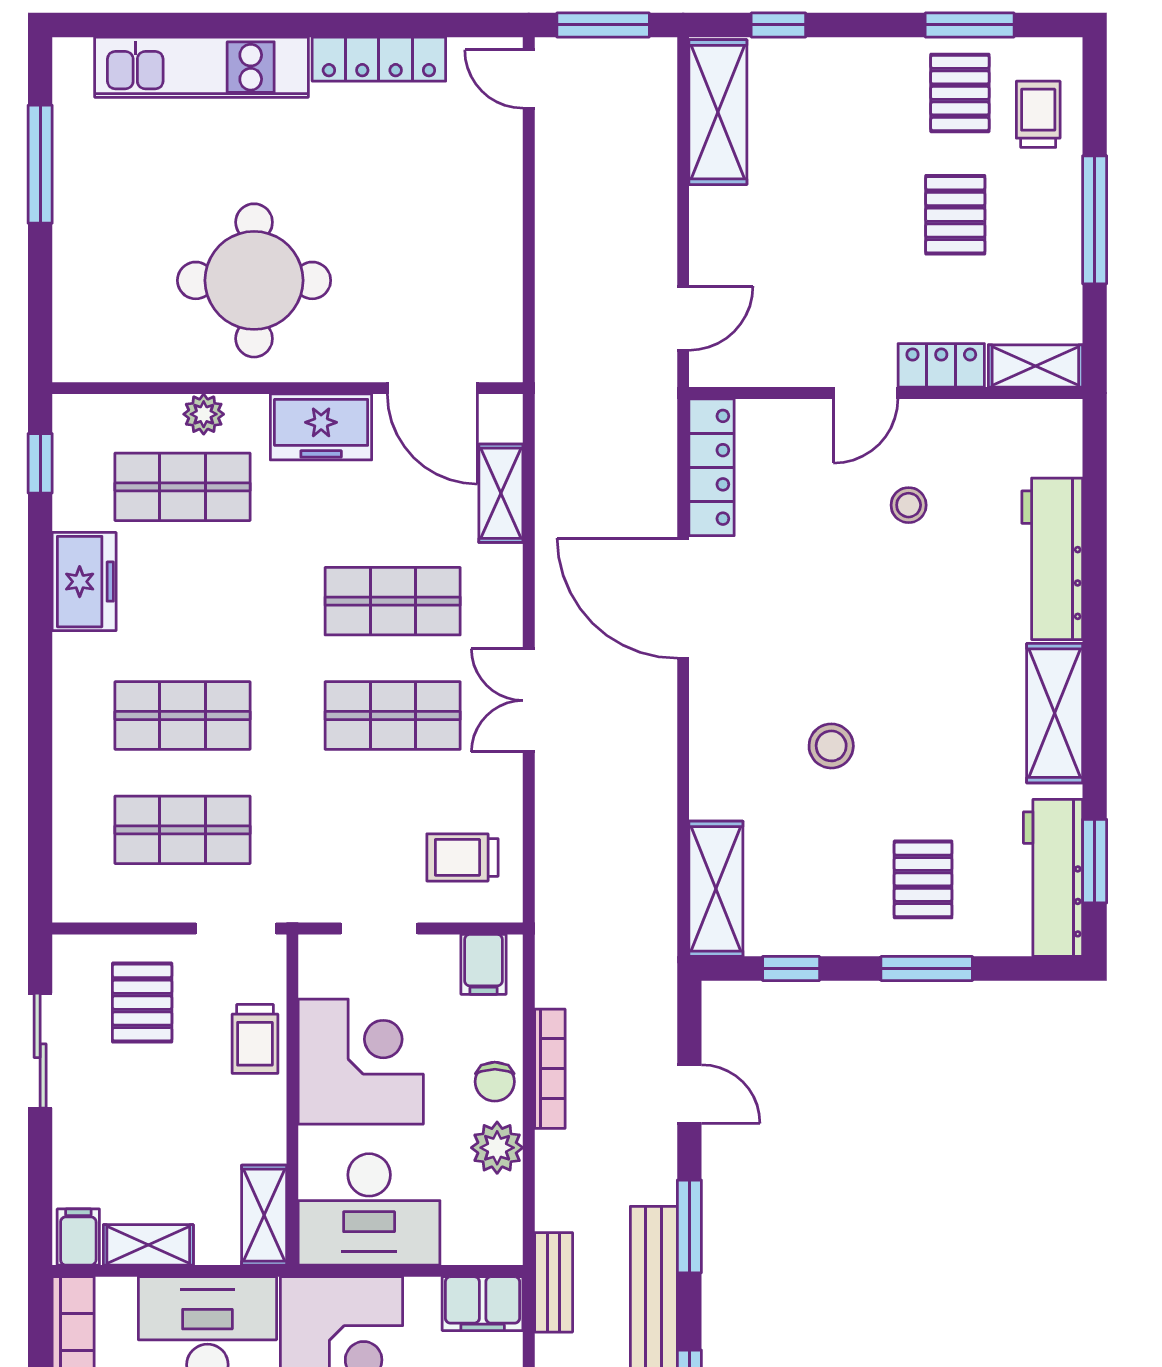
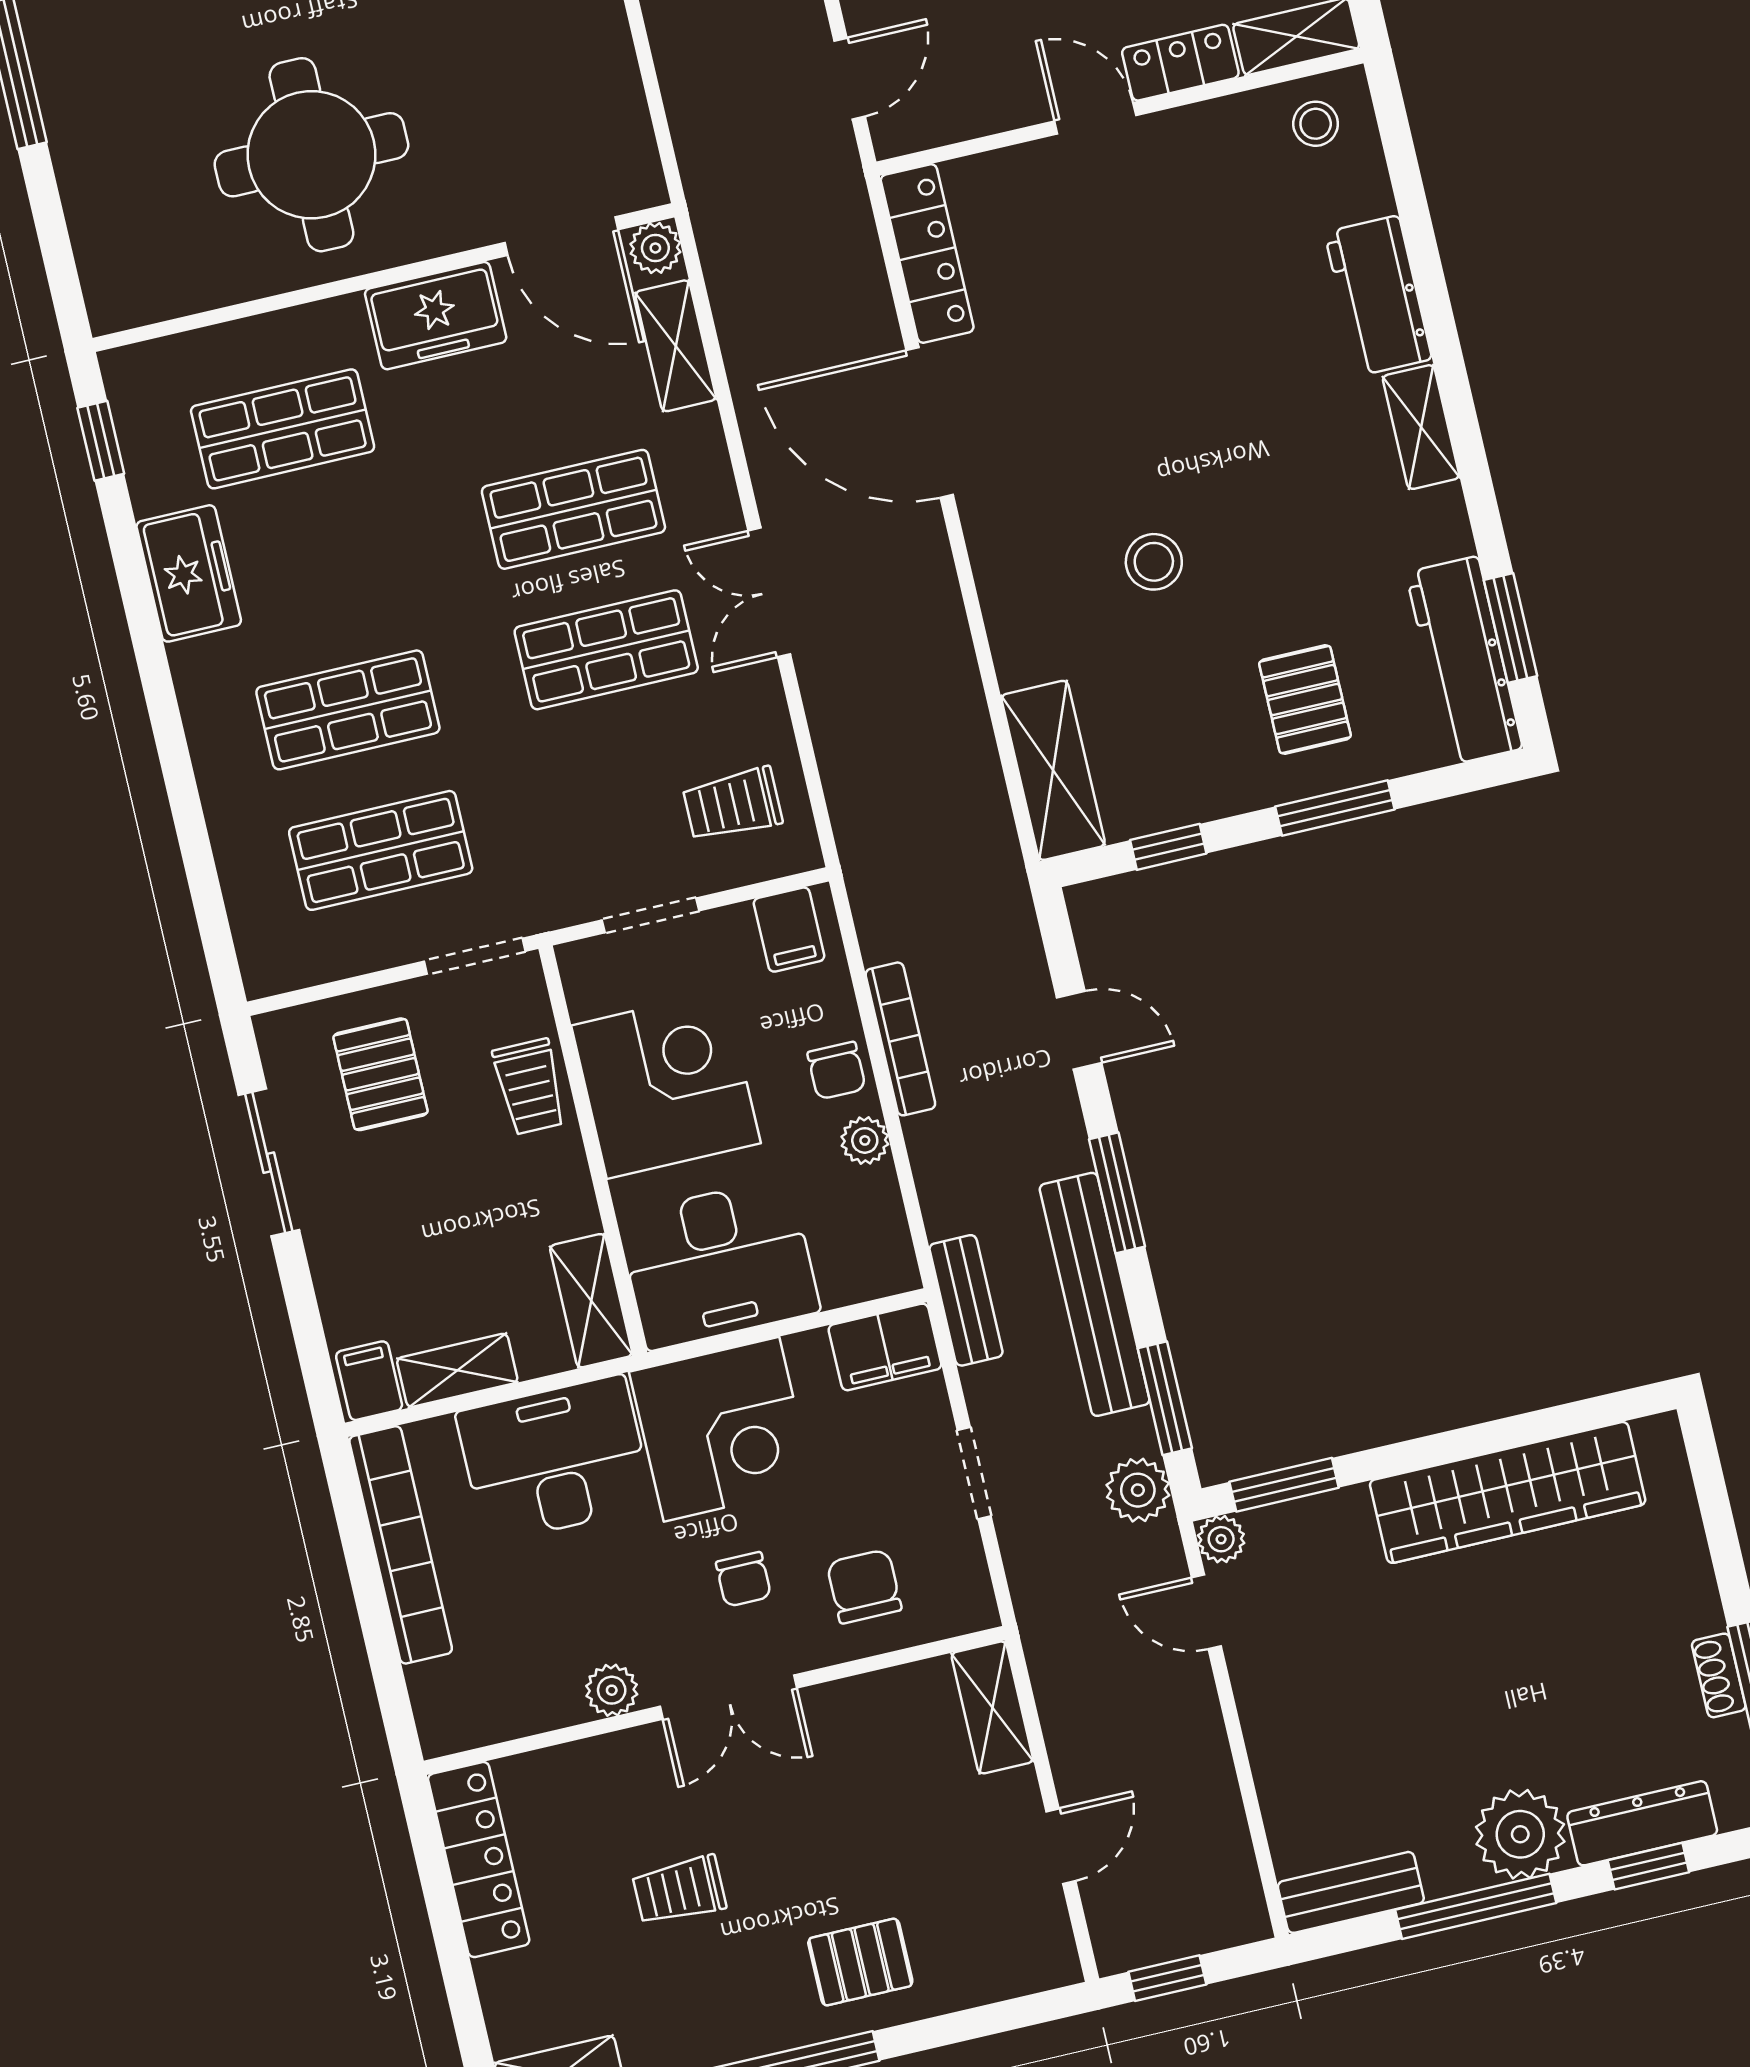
door: (866, 393) -> (1095, 118), swing flipped
plant: (204, 414) -> (655, 248), moved
stool: (909, 505) -> (1316, 124), moved
workbench: (1052, 559) -> (1378, 296), width x0.73
shelving: (1055, 713) -> (1421, 427), width x0.67, depth x0.75
plant: (497, 1148) -> (865, 1140), width x0.73, depth x0.73

